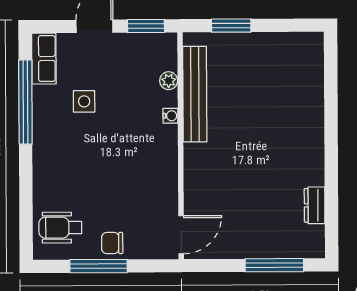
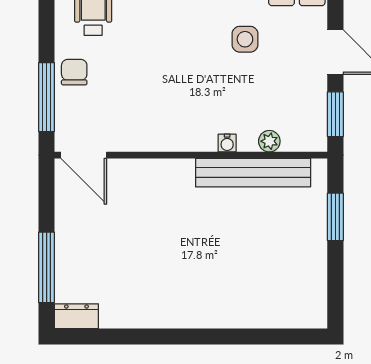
dresser: (315, 205) -> (76, 316), moved
window: (99, 266) -> (47, 97), moved

